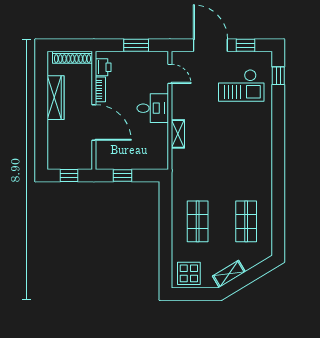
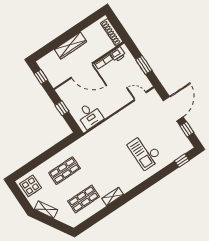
door: (170, 74) -> (140, 96), swing flipped
checkout: (241, 85) -> (145, 152), moved
wardrobe: (55, 98) -> (70, 46), moved
desk: (153, 108) -> (90, 115), moved
door: (94, 122) -> (82, 71), hinge flipped
shelving: (178, 134) -> (113, 196), moved

